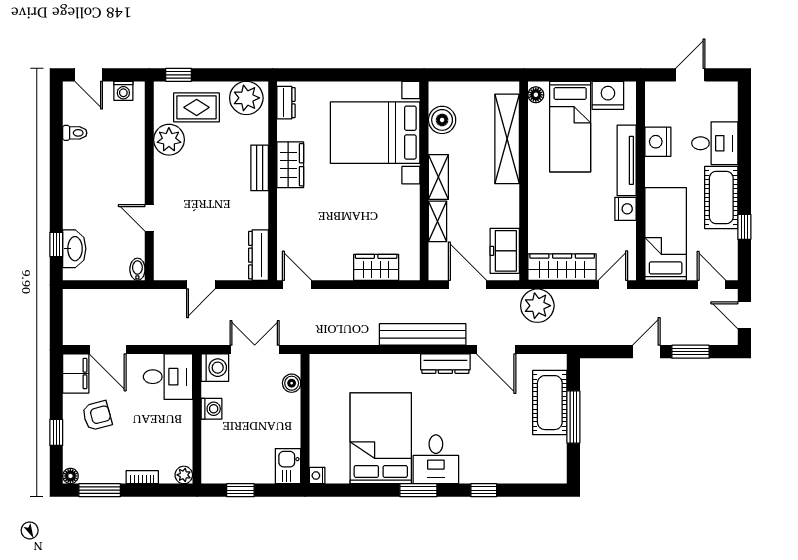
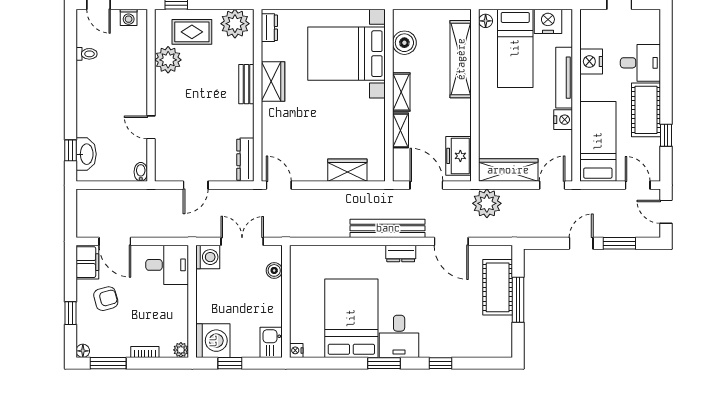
dresser: (445, 364) -> (401, 254), width x0.70
washing machine: (212, 409) -> (213, 341), moved, width x1.89, depth x1.89

